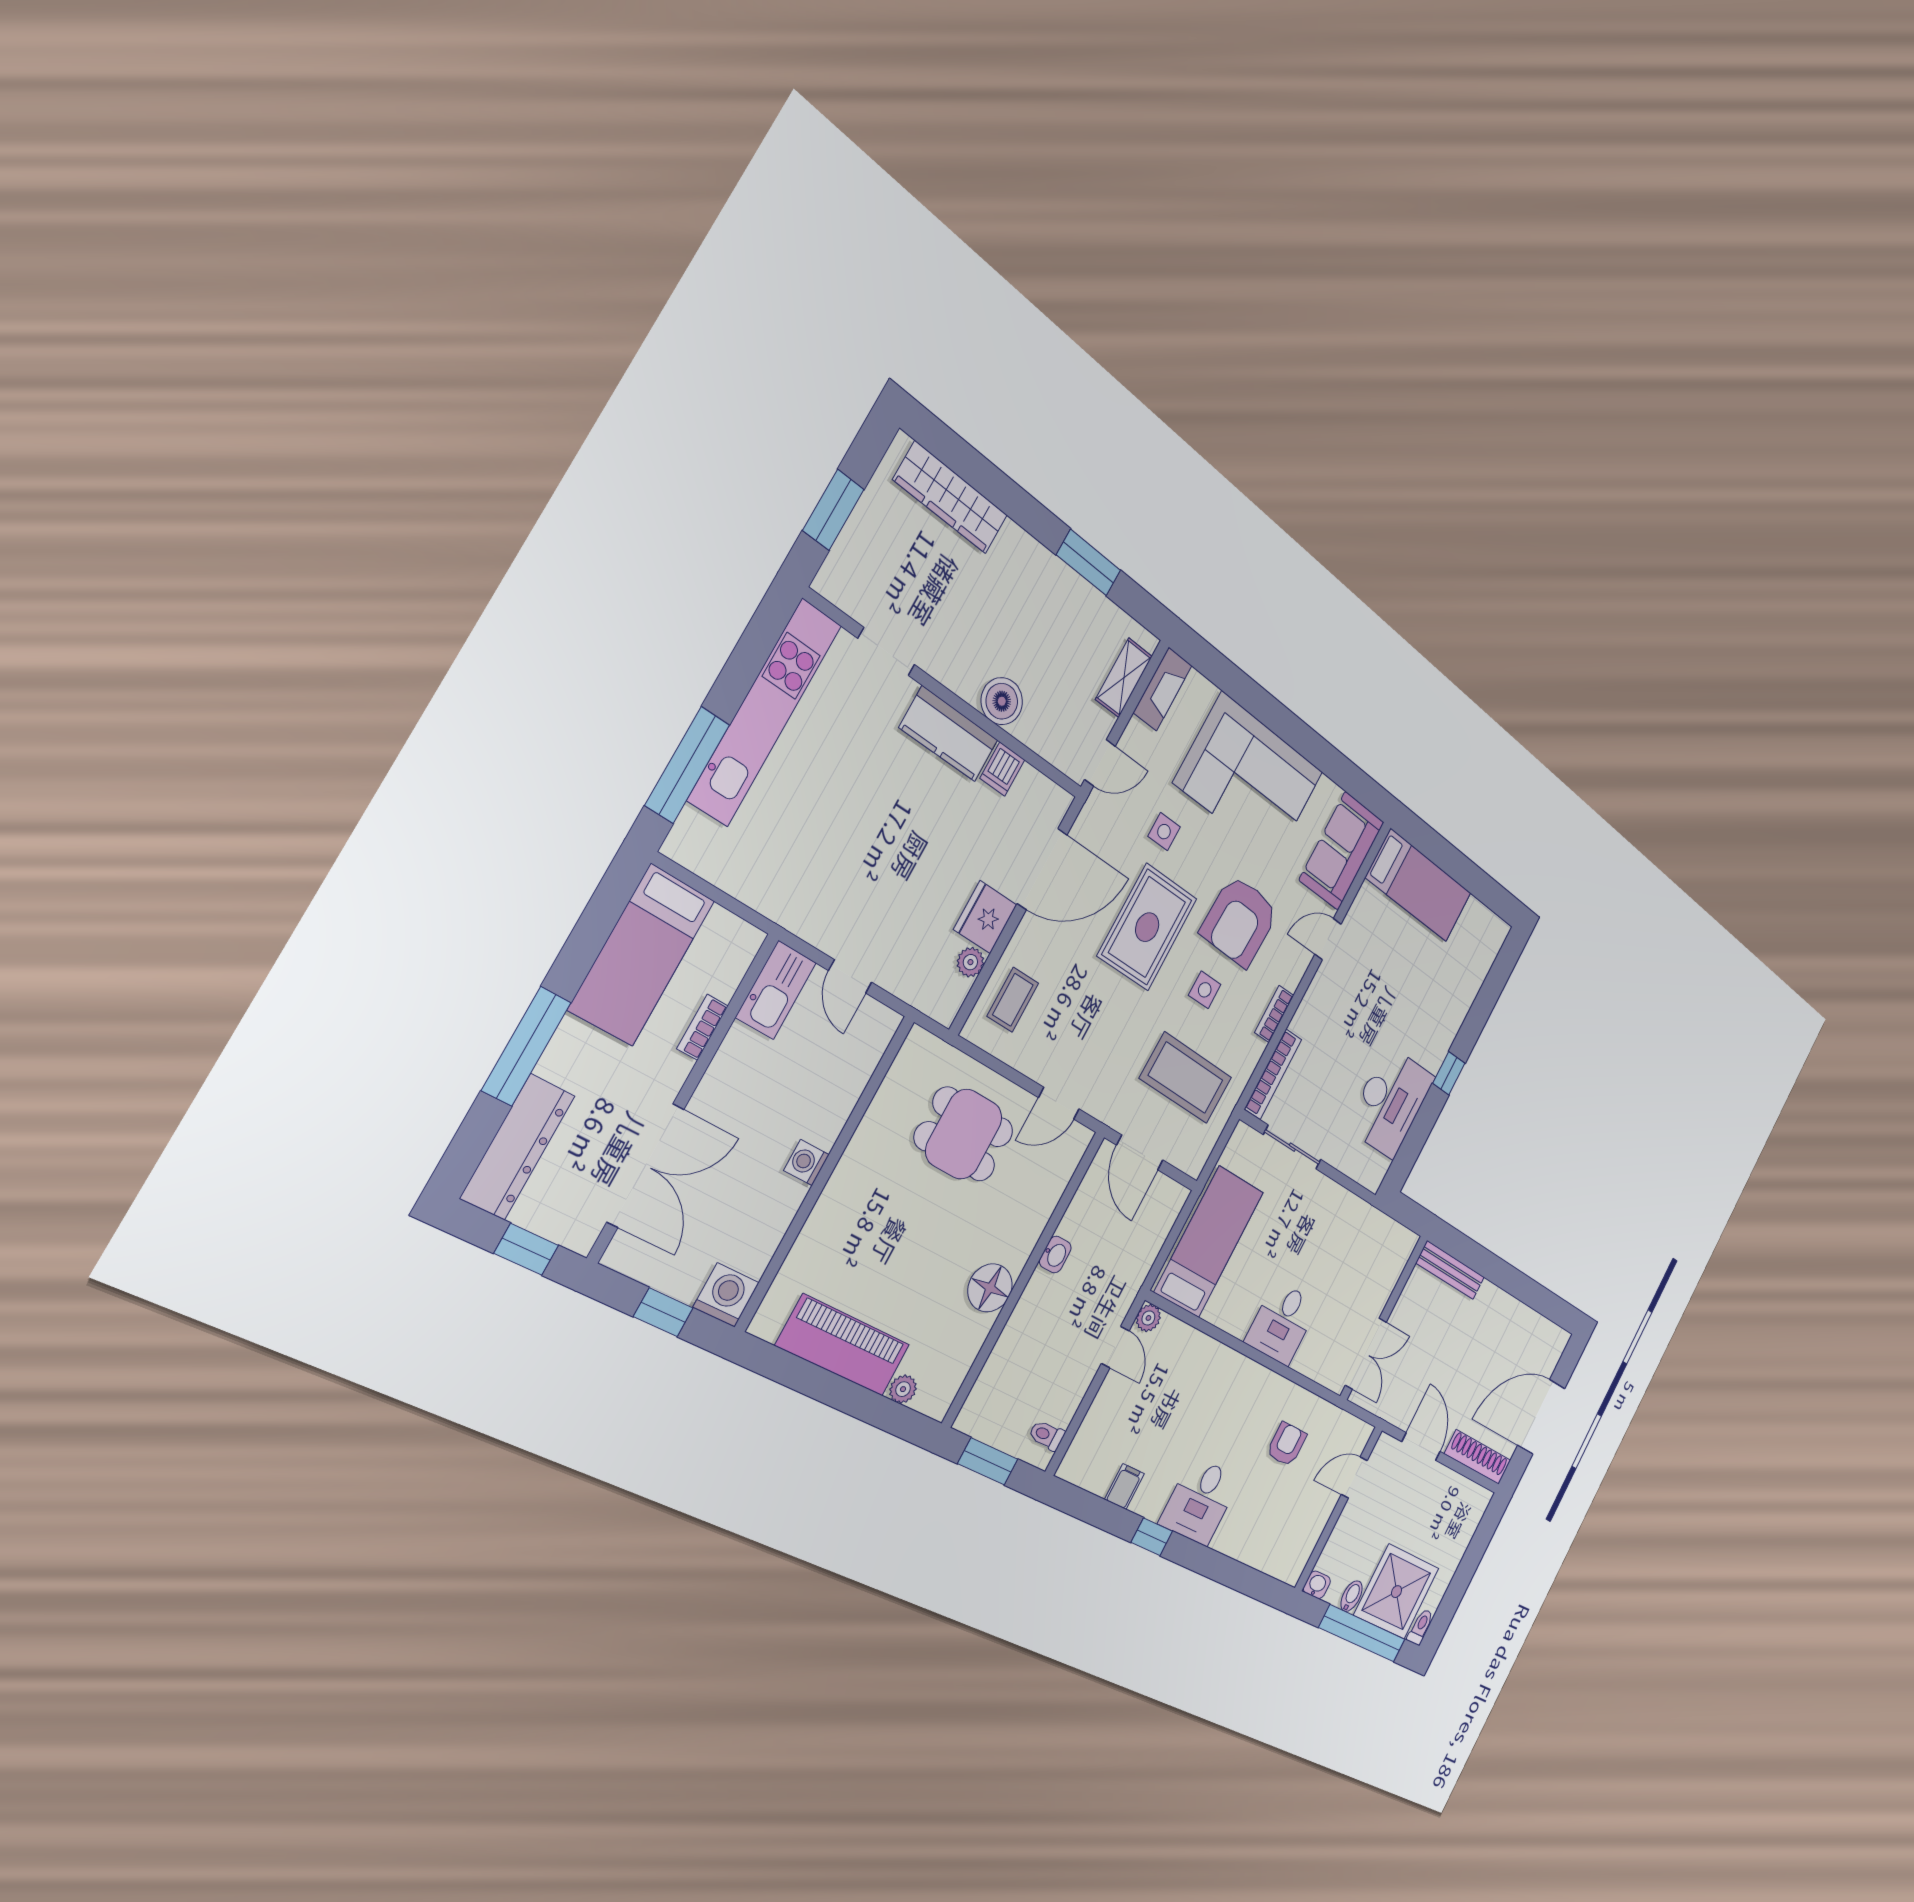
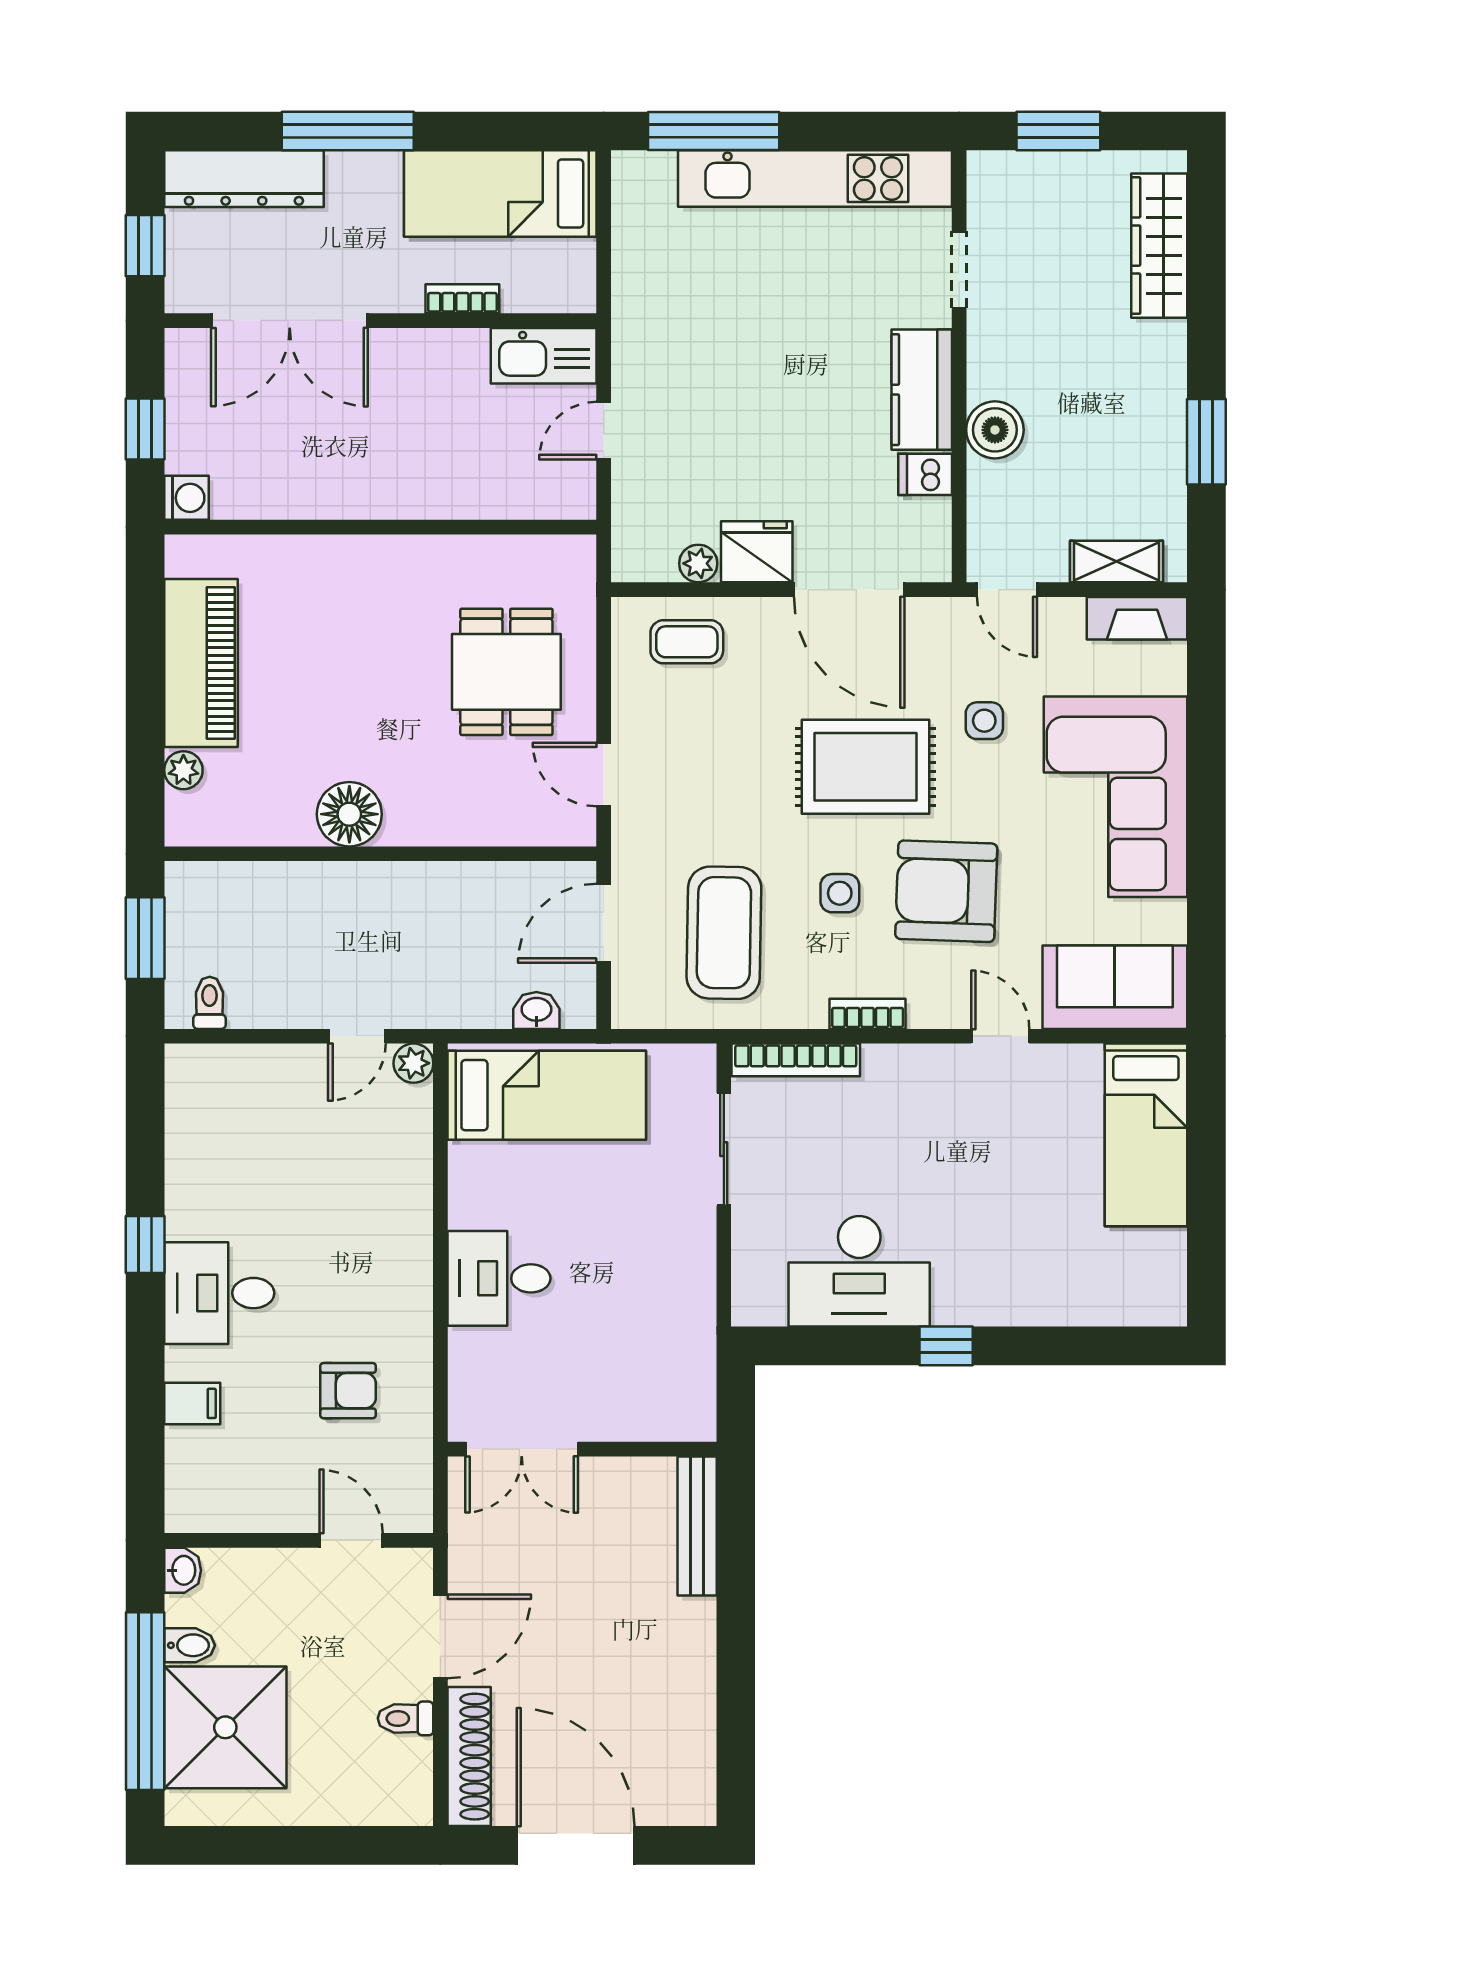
washing machine: (806, 1163) -> (381, 498), removed
washbasin: (1055, 1255) -> (536, 1010), moved, turned 180
washing machine: (726, 1295) -> (186, 498), width x0.73, depth x0.73
filing cabinet: (1124, 1486) -> (192, 1403), moved
toilet: (1420, 1627) -> (406, 1718), moved, turned 180

